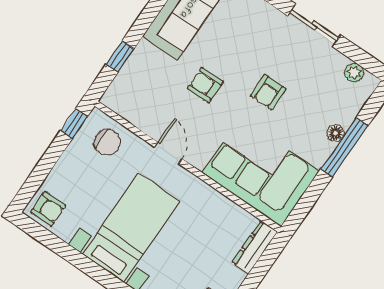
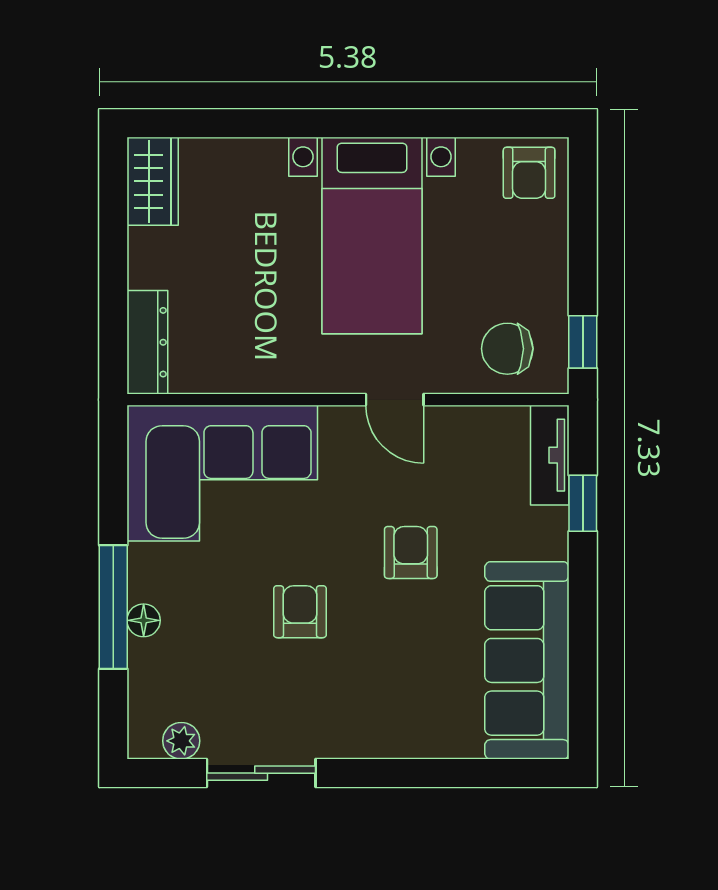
sliding door: (314, 25) -> (261, 773), moved
armchair: (205, 85) -> (411, 552), turned -90
tv unit: (120, 86) -> (550, 455), added
armchair: (48, 209) -> (529, 173), turned -90

